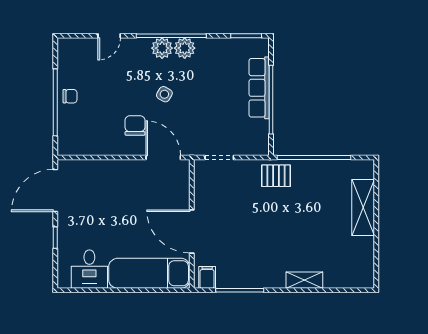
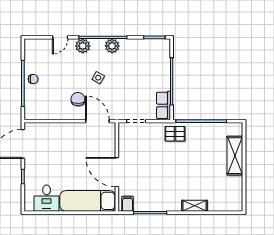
plant: (162, 48) -> (83, 46), moved
row of seats: (259, 88) -> (163, 105), moved, width x0.68

